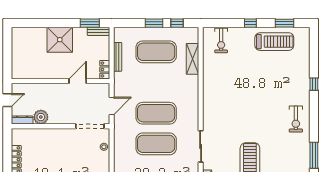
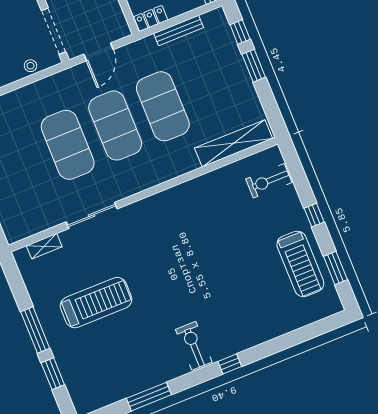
window: (177, 23) -> (240, 32), moved
exercise mat: (156, 52) -> (163, 106), moved
shelving: (193, 59) -> (234, 143), width x1.47
window: (314, 84) -> (230, 364), moved
door: (112, 106) -> (99, 52), hinge flipped
exercise bike: (296, 119) -> (194, 346), turned 90

